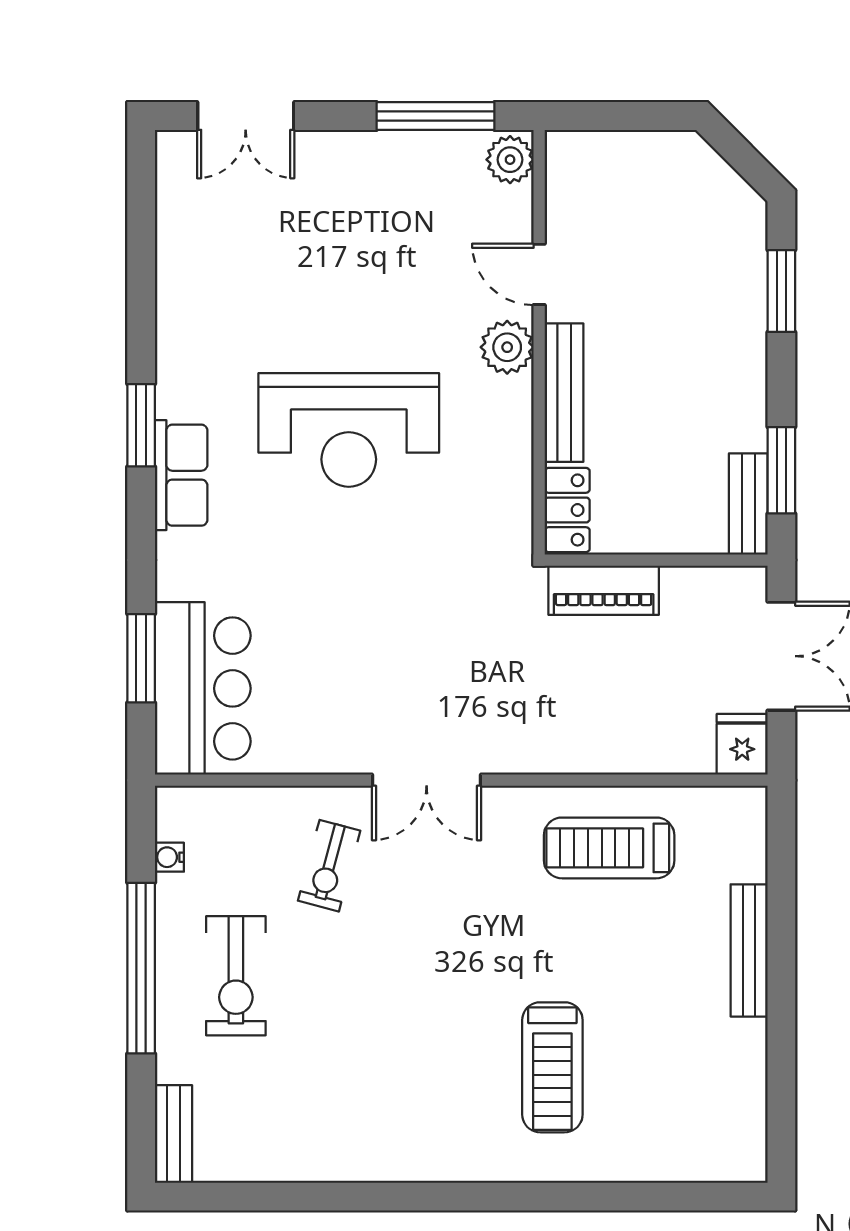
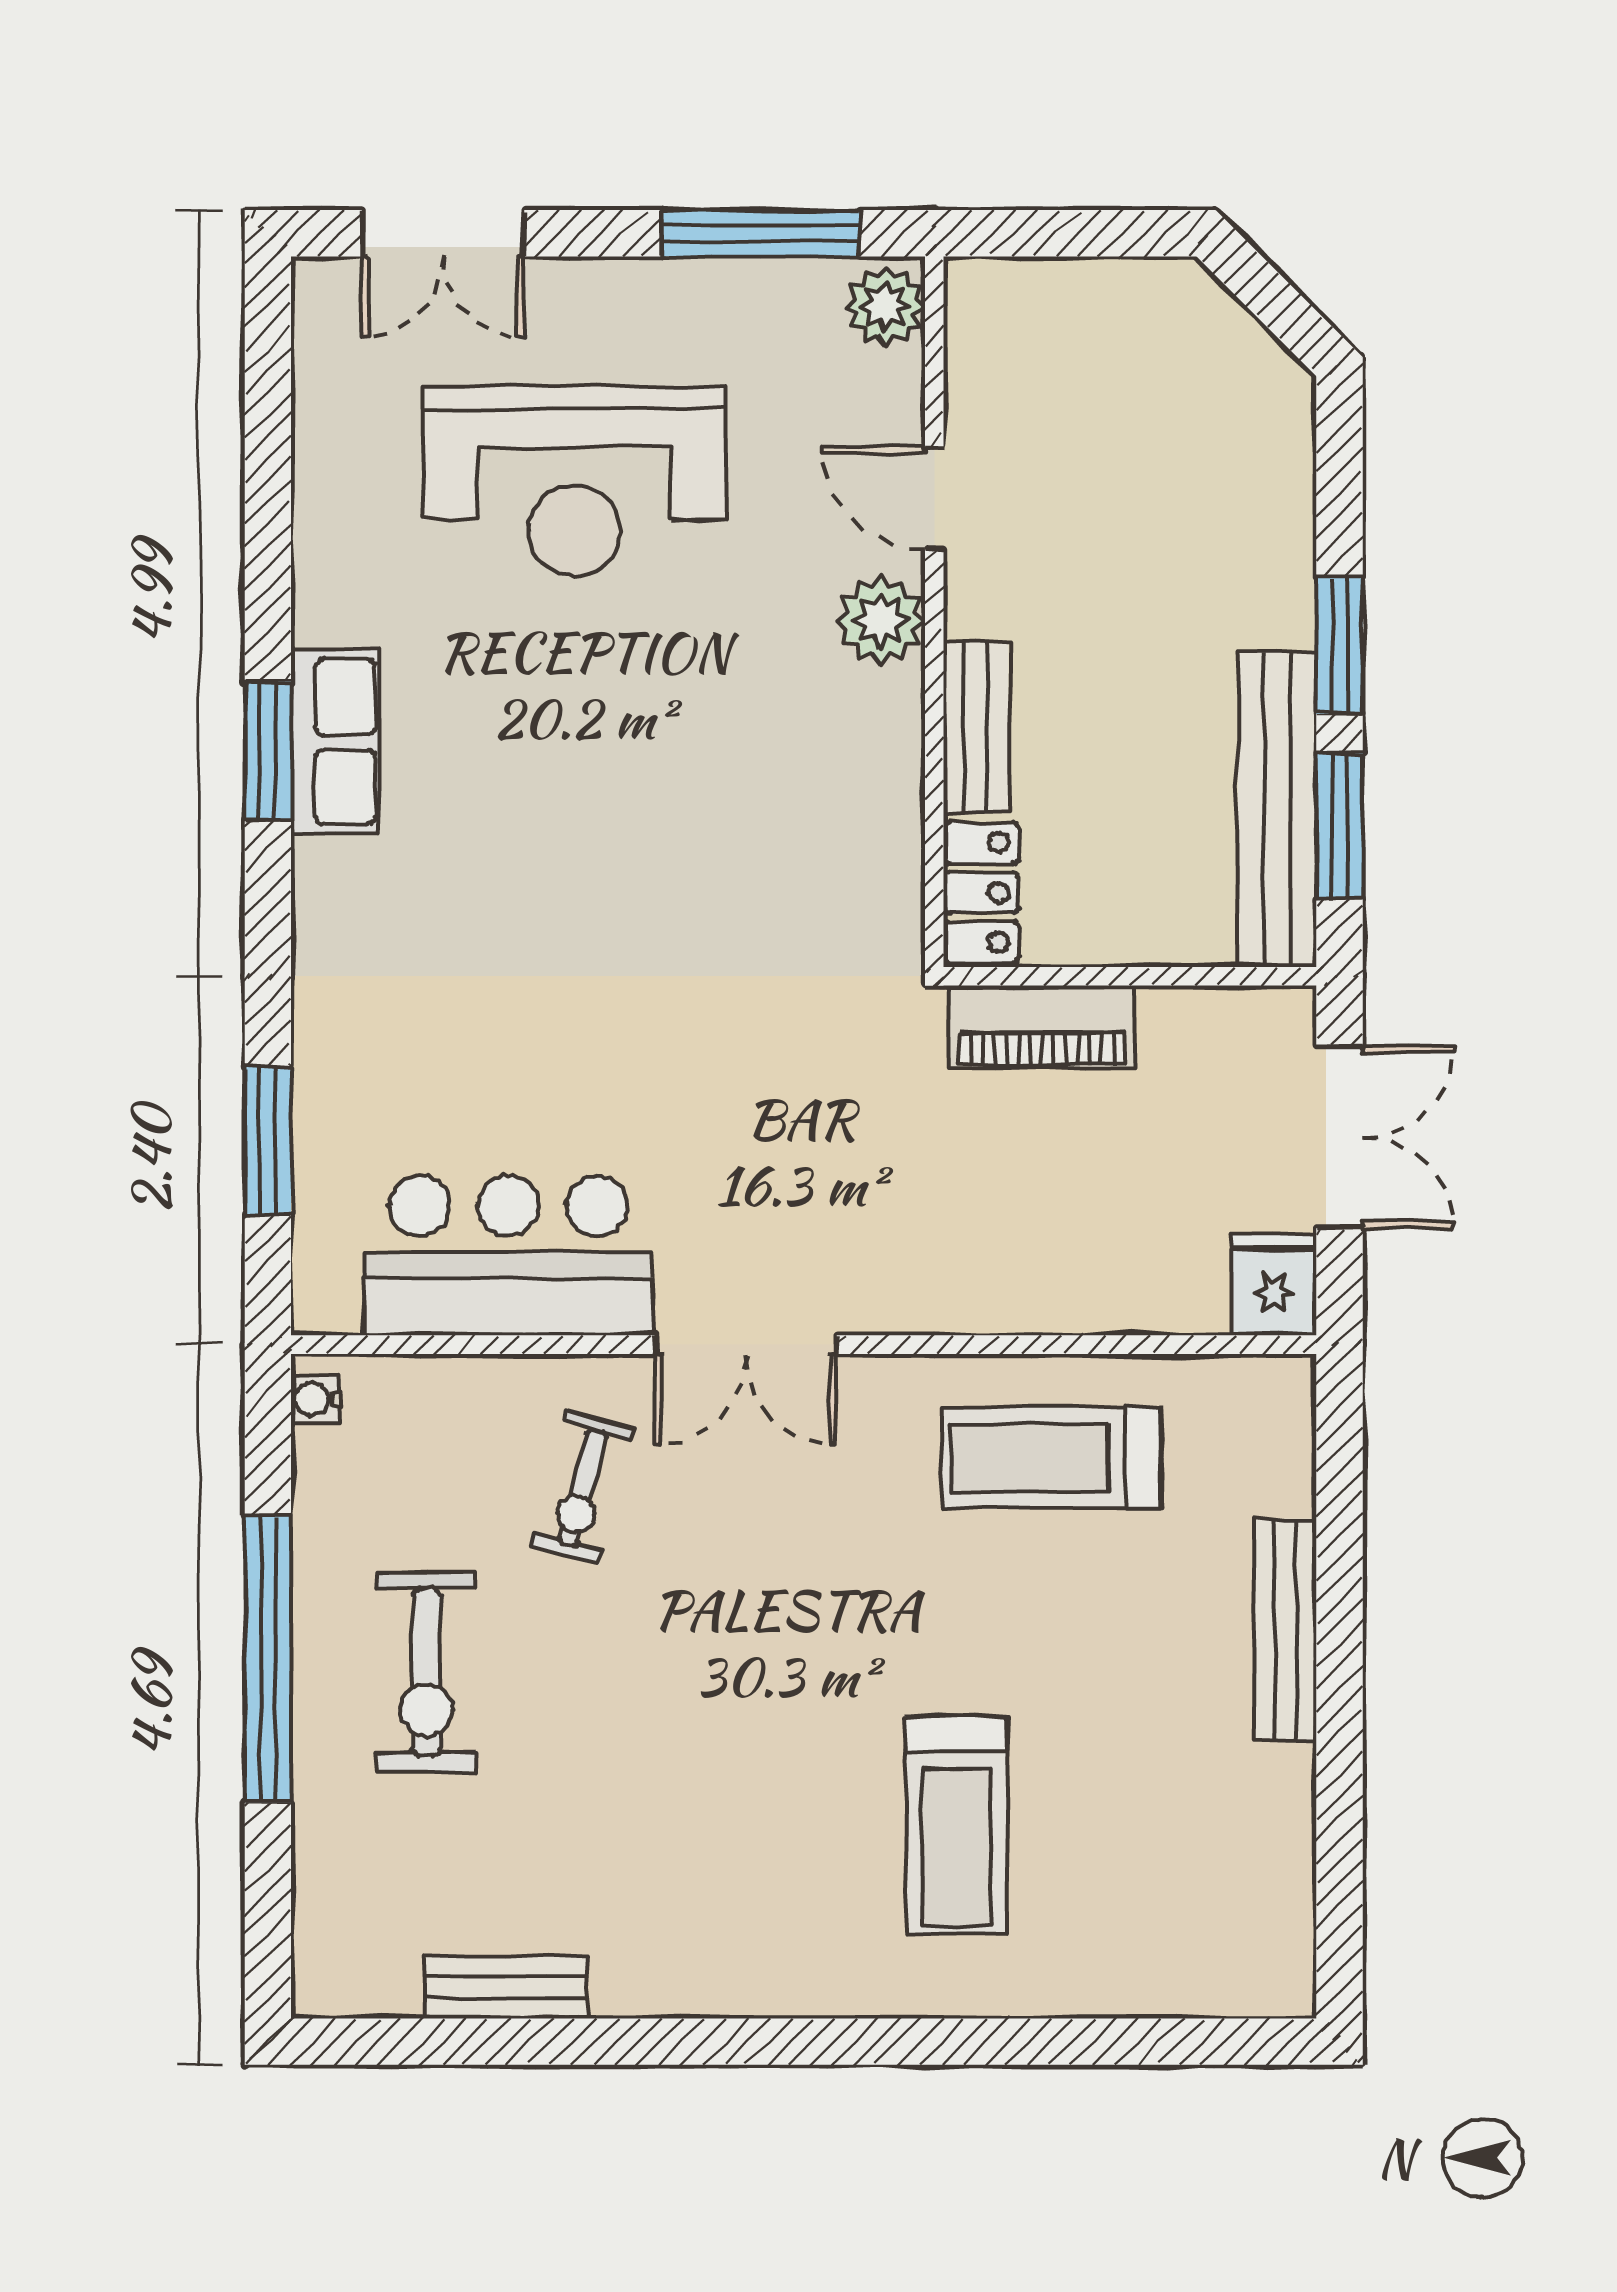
window: (781, 291) -> (1340, 646), moved
bench: (564, 393) -> (976, 727), width x0.73
reception desk: (349, 430) -> (574, 482), moved
row of seats: (181, 475) -> (335, 742), moved
bench: (748, 504) -> (1277, 809), width x1.86, depth x1.21
bar counter: (203, 688) -> (508, 1255), moved, turned -90
water cooler: (169, 857) -> (315, 1399), moved
bench: (173, 1134) -> (506, 1987), moved, turned 90

